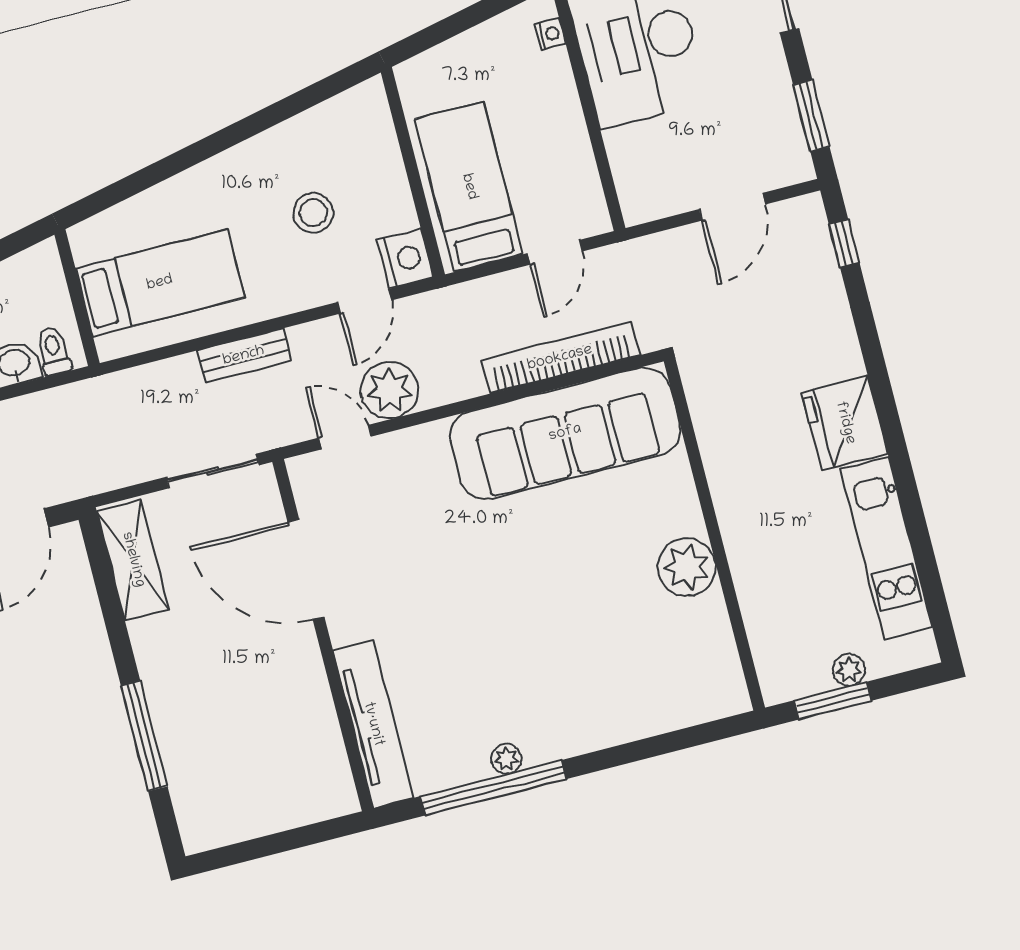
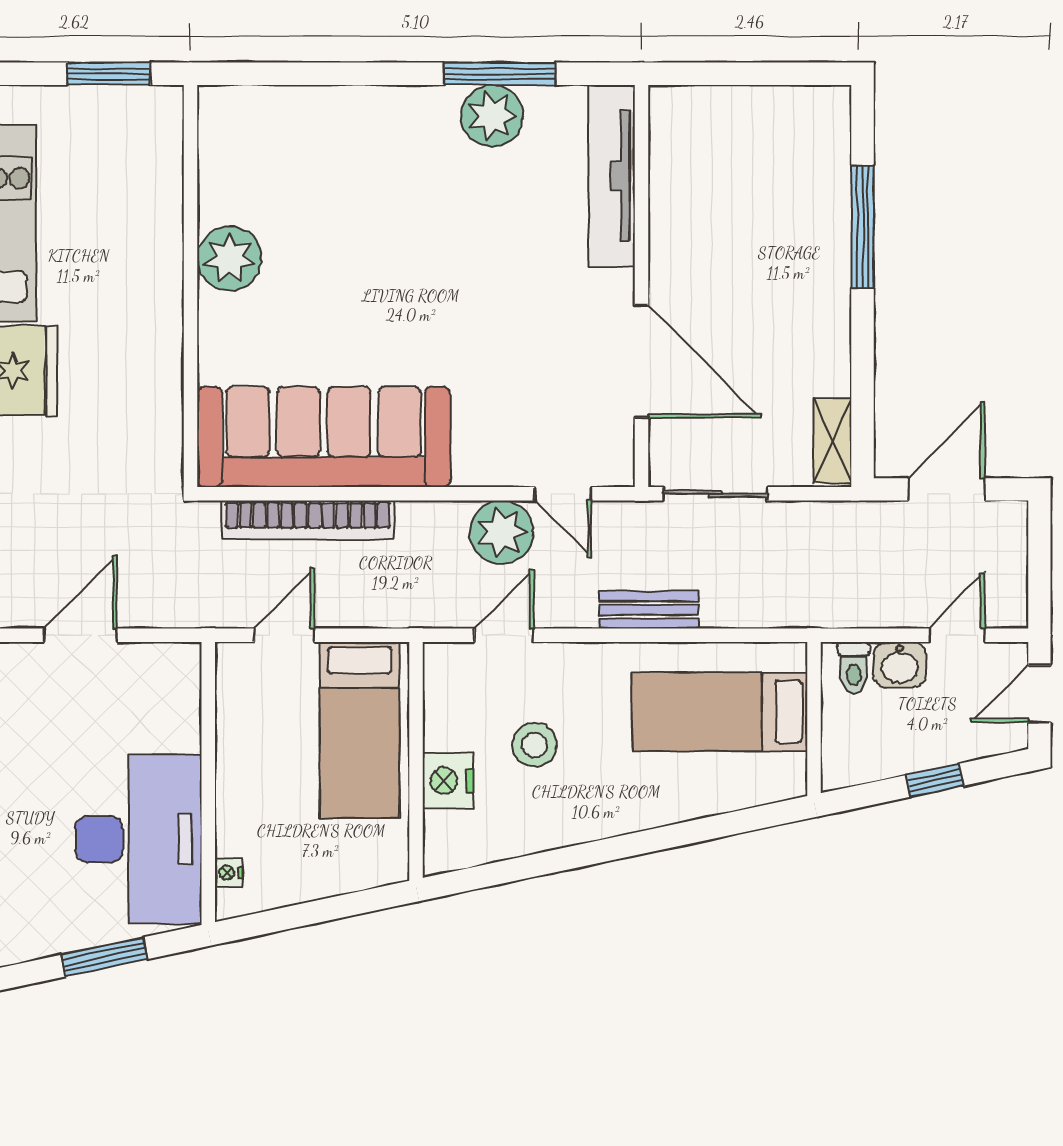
nightstand: (405, 258) -> (448, 781), moved
shelving: (133, 560) -> (832, 441), width x0.67, depth x0.75
plant: (849, 670) -> (83, 103), removed
plant: (506, 759) -> (492, 116), width x1.88, depth x1.88
window: (493, 788) -> (500, 74), width x0.68

